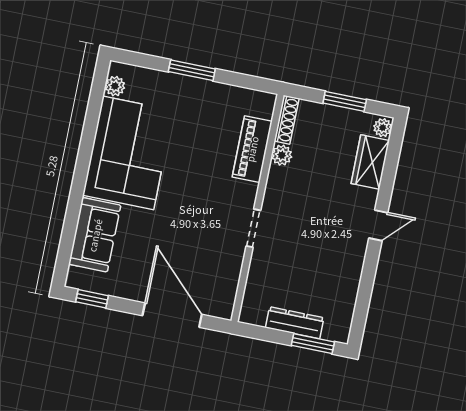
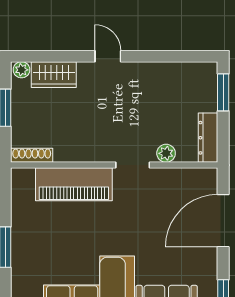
piano: (252, 149) -> (74, 184), width x1.37, depth x1.33
plant: (282, 155) -> (166, 153), moved
dresser: (295, 323) -> (208, 138), moved

